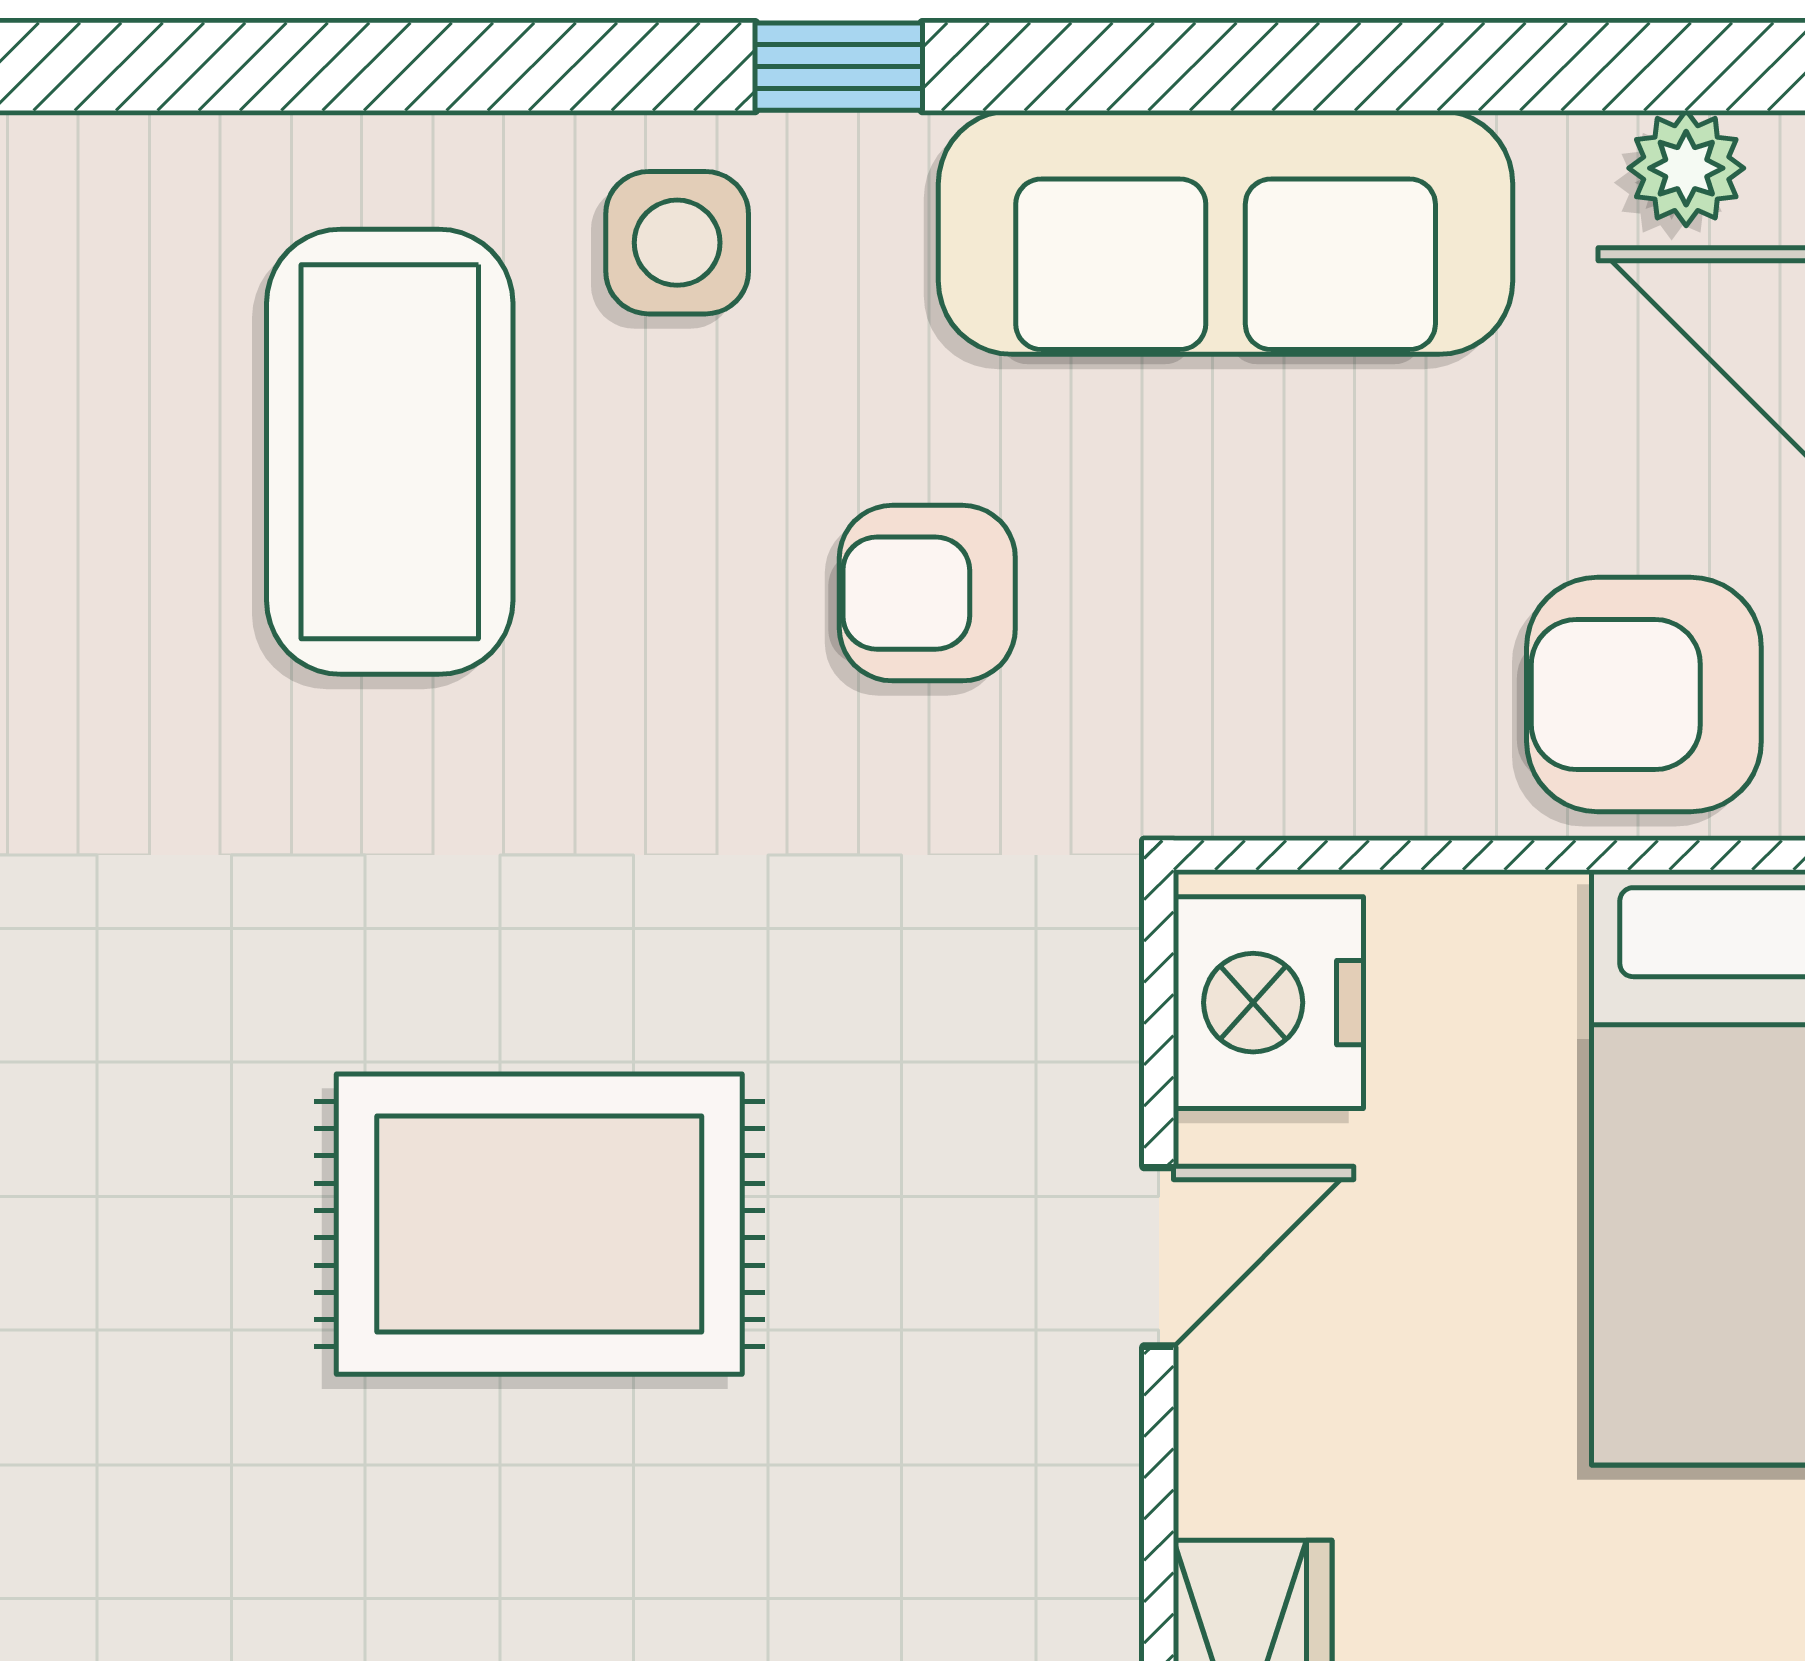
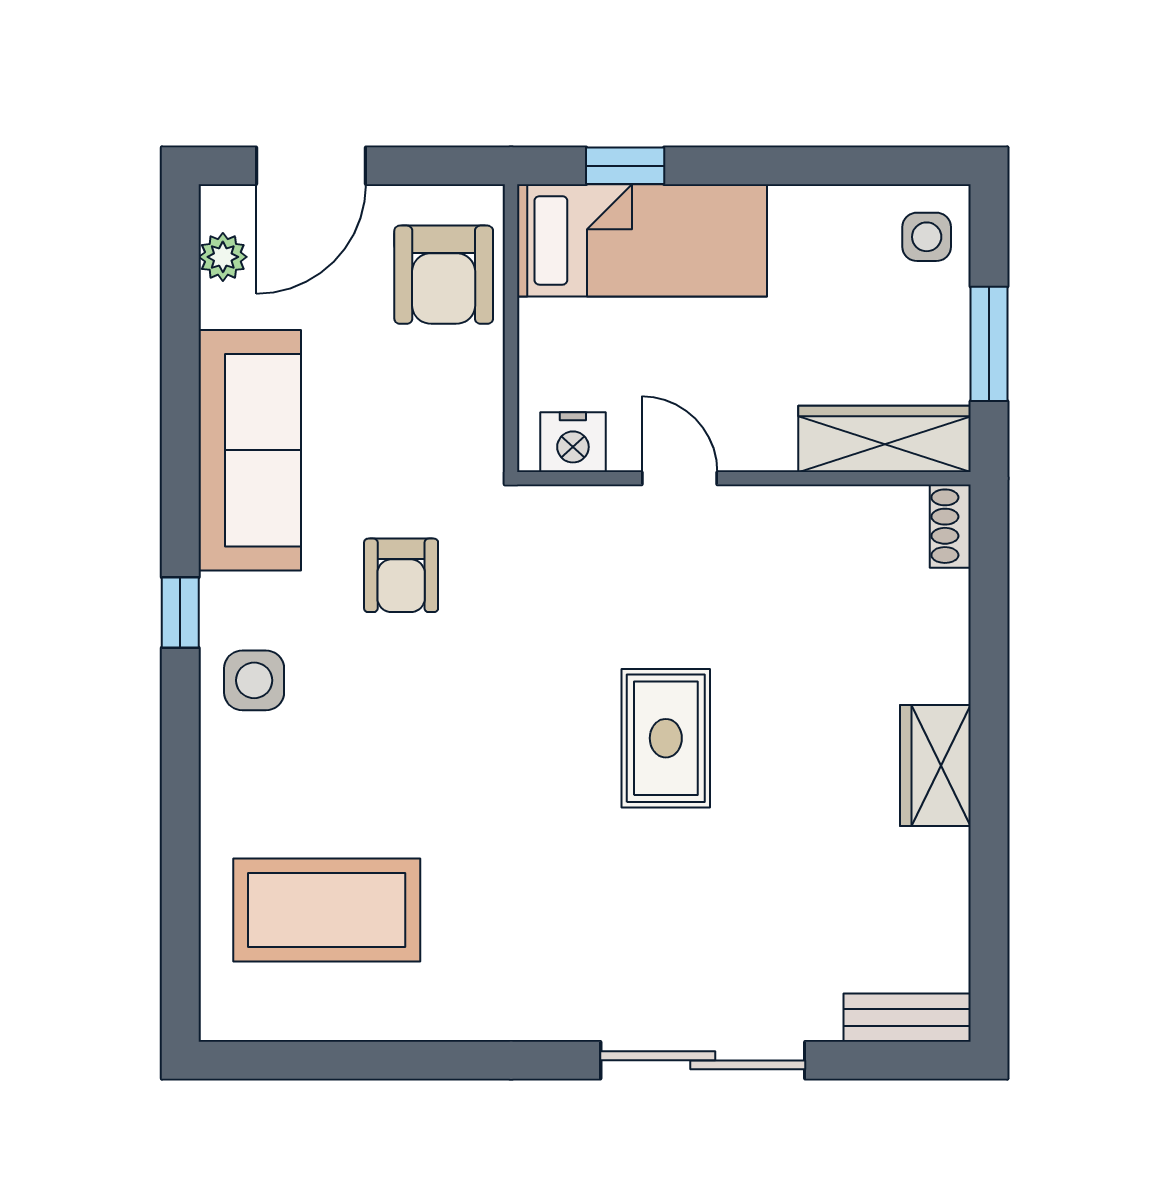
coffee table: (390, 452) -> (327, 910), moved
nightstand: (1268, 1003) -> (573, 442), width x0.74, depth x0.75
rug: (539, 1224) -> (666, 738), width x0.73, depth x0.70

